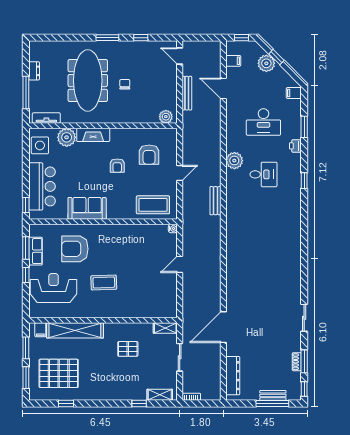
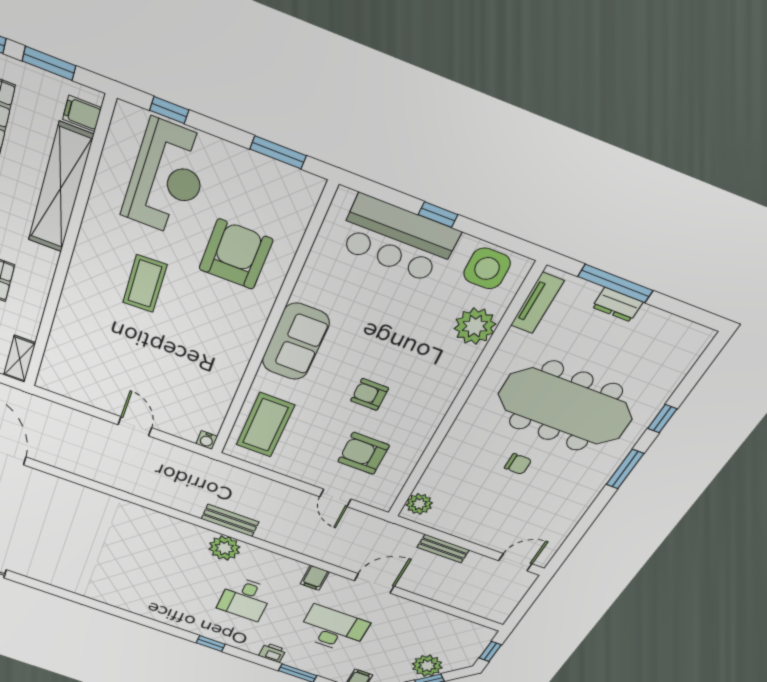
window: (141, 38) -> (662, 419), moved
filing cabinet: (233, 61) -> (315, 578), moved
dresser: (34, 71) -> (618, 305), moved
door: (223, 89) -> (374, 583), moved
bench: (187, 93) -> (443, 549), width x0.73
desk: (263, 122) -> (333, 629), turned 90
fireplace: (93, 135) -> (453, 376), removed
plant: (234, 161) -> (224, 548), moved
door: (180, 173) -> (335, 498), moved
window: (26, 205) -> (438, 215), moved
sofa: (87, 208) -> (296, 342), moved
row of seats: (36, 251) -> (262, 171), removed
window: (26, 275) -> (169, 110), moved

